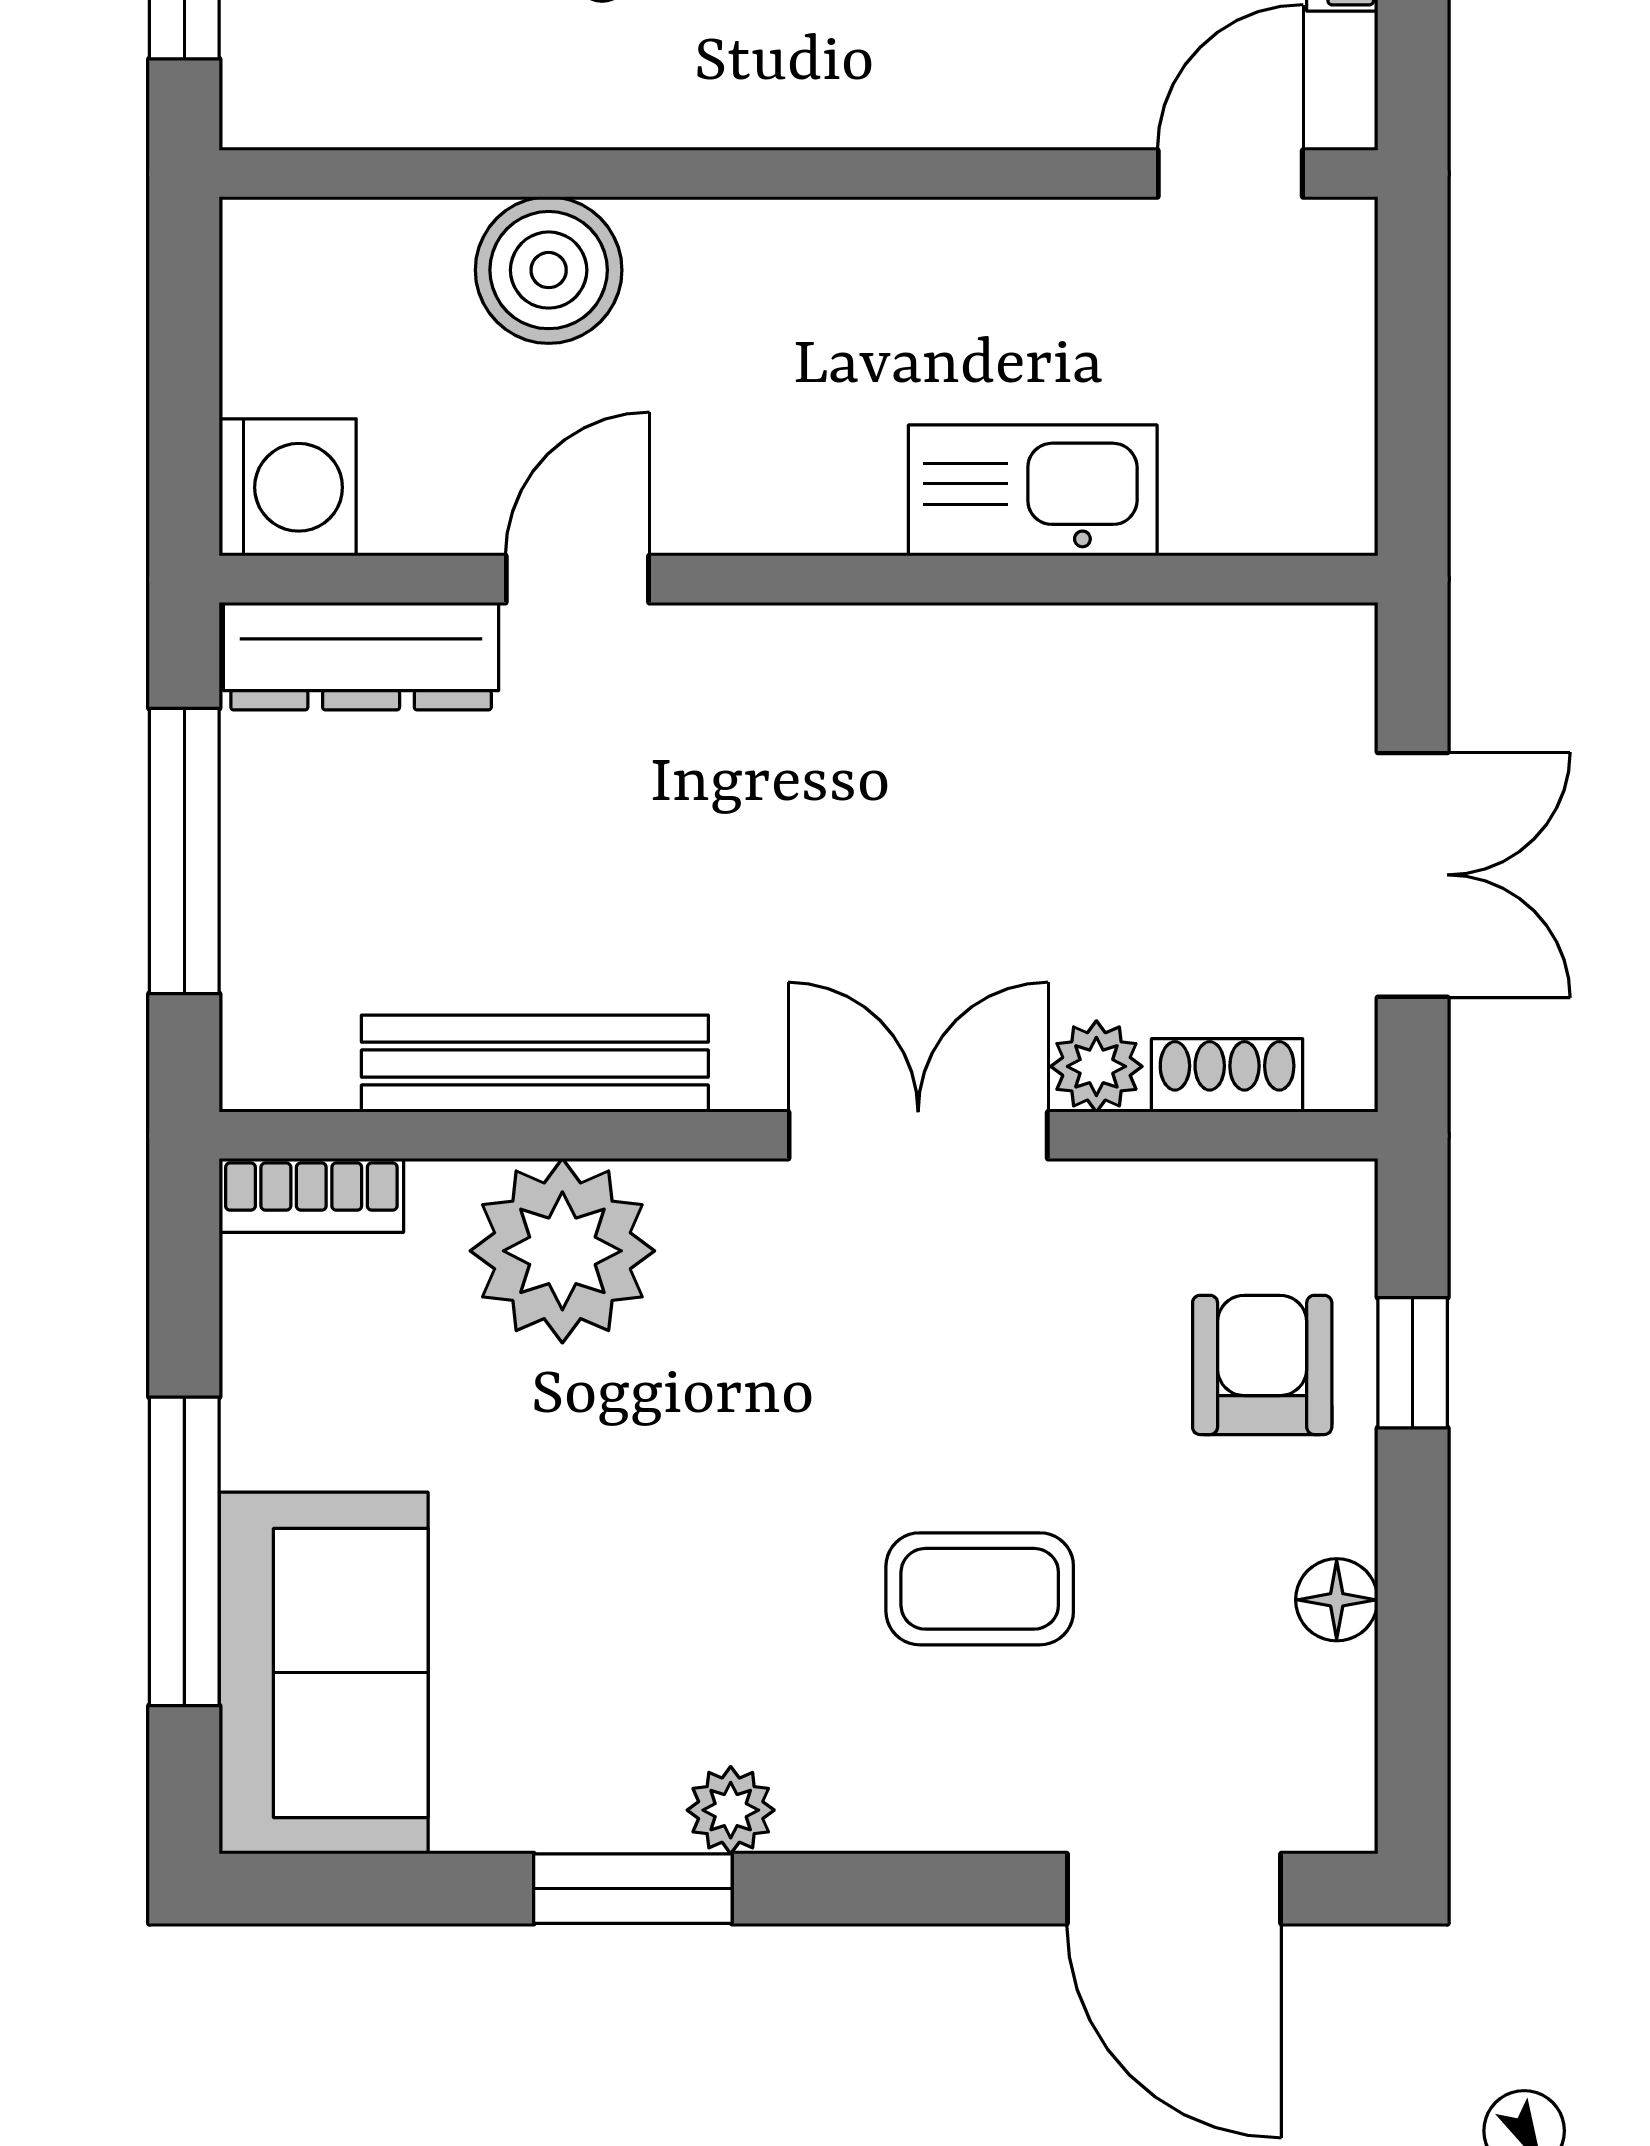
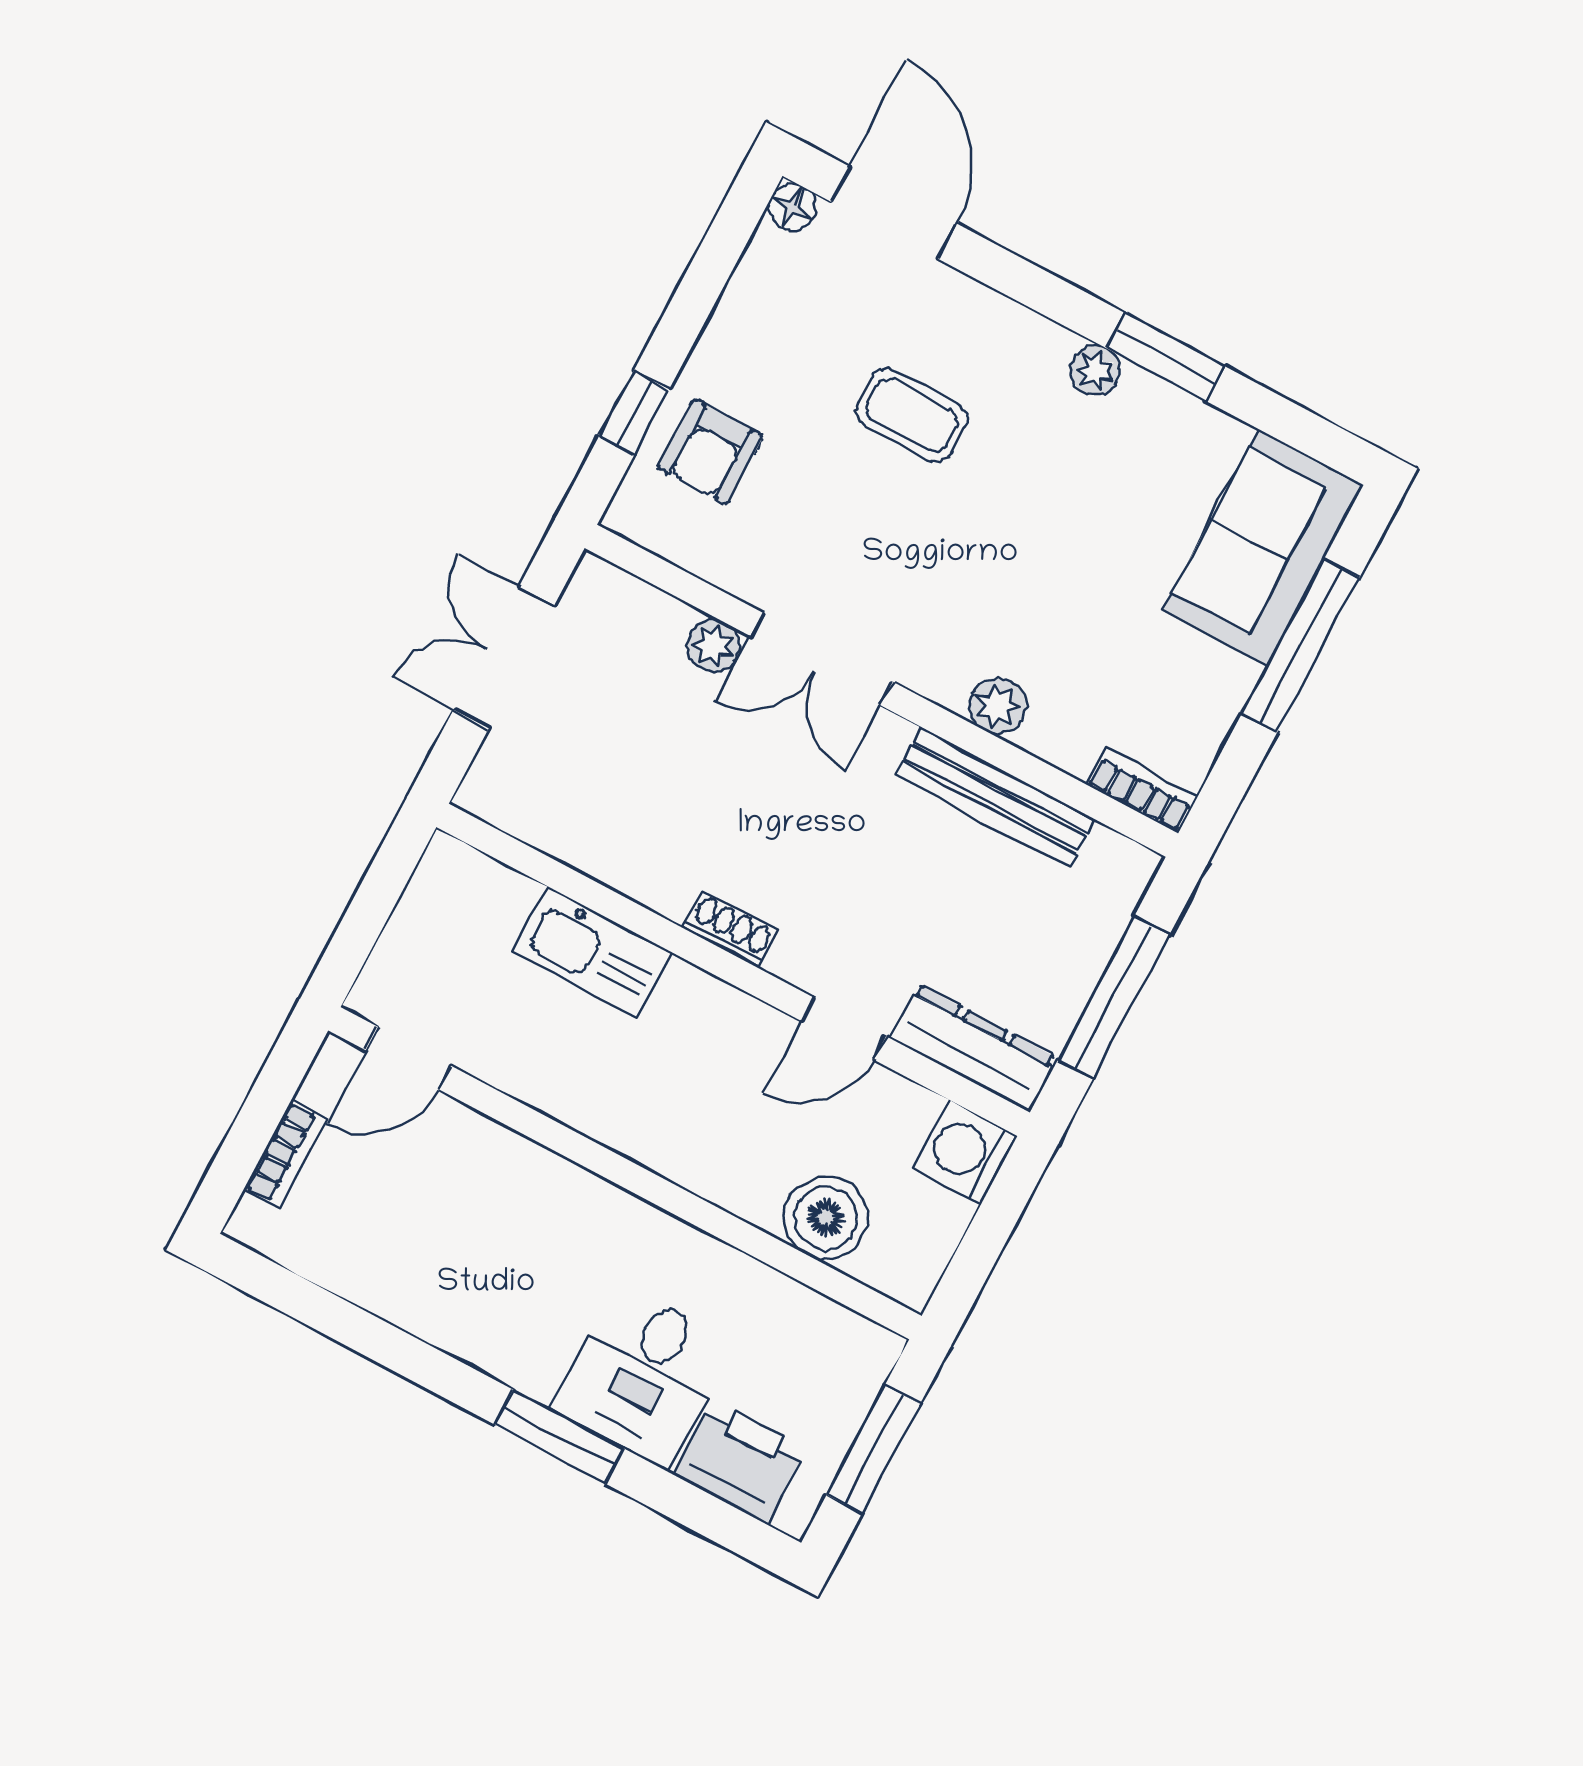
boiler: (549, 270) -> (826, 1218), moved
shoe rack: (1227, 1075) -> (730, 930), moved, turned 180
plant: (562, 1251) -> (998, 706), width x0.53, depth x0.53
floor lamp: (1337, 1600) -> (792, 207), moved

